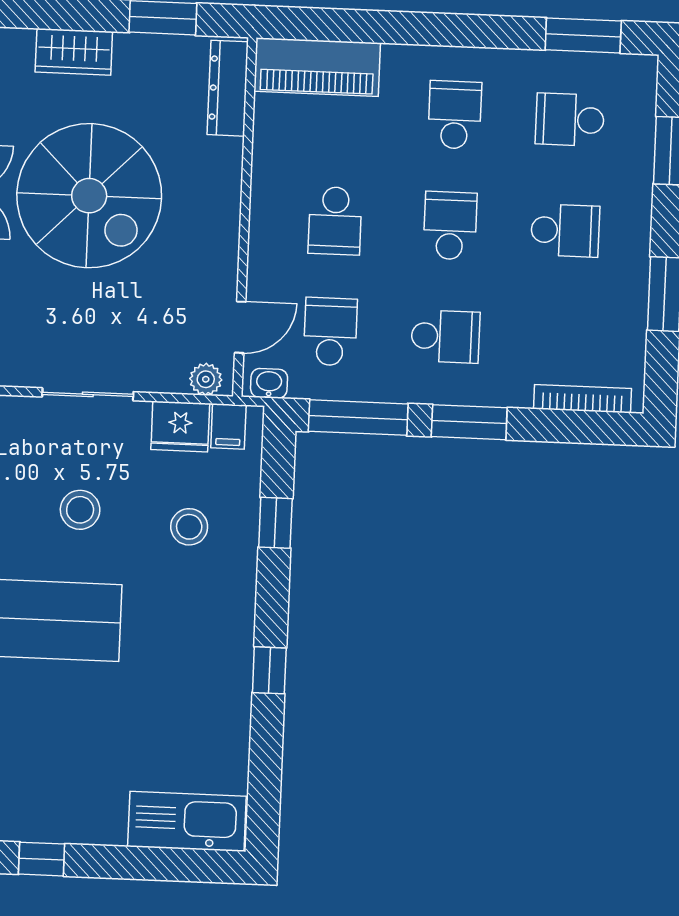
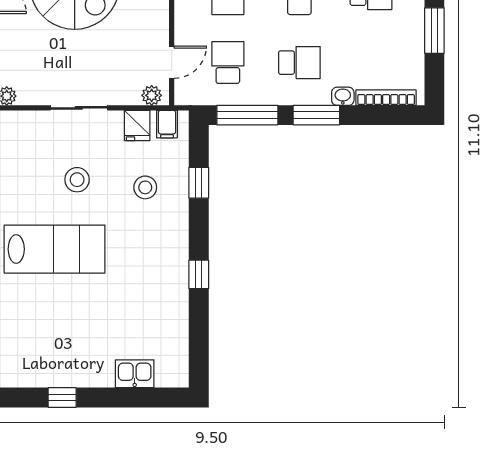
washbasin: (269, 383) -> (343, 96), moved
fridge: (180, 427) -> (137, 125), width x0.72
kitchen sink: (187, 821) -> (135, 374), width x0.53, depth x0.81

